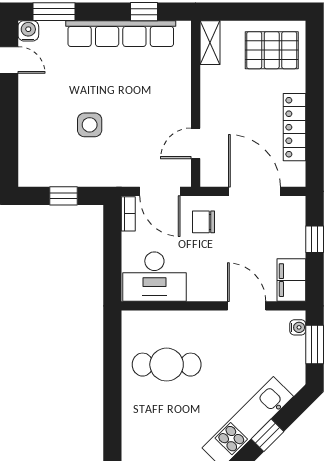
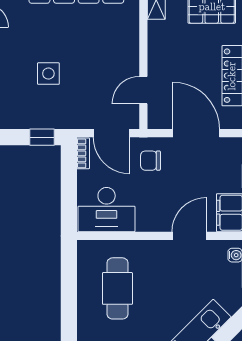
window: (64, 196) -> (42, 137), moved
door: (247, 306) -> (189, 236), hinge flipped
cafe table: (167, 365) -> (117, 288), turned 90

